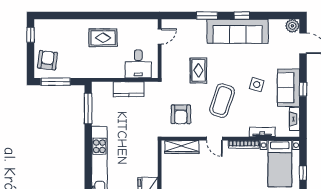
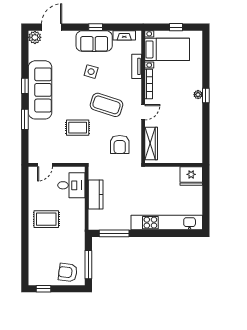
door: (160, 36) -> (45, 165), swing flipped
rug: (103, 38) -> (46, 219), turned 90
armchair: (181, 114) -> (120, 144), turned 90

